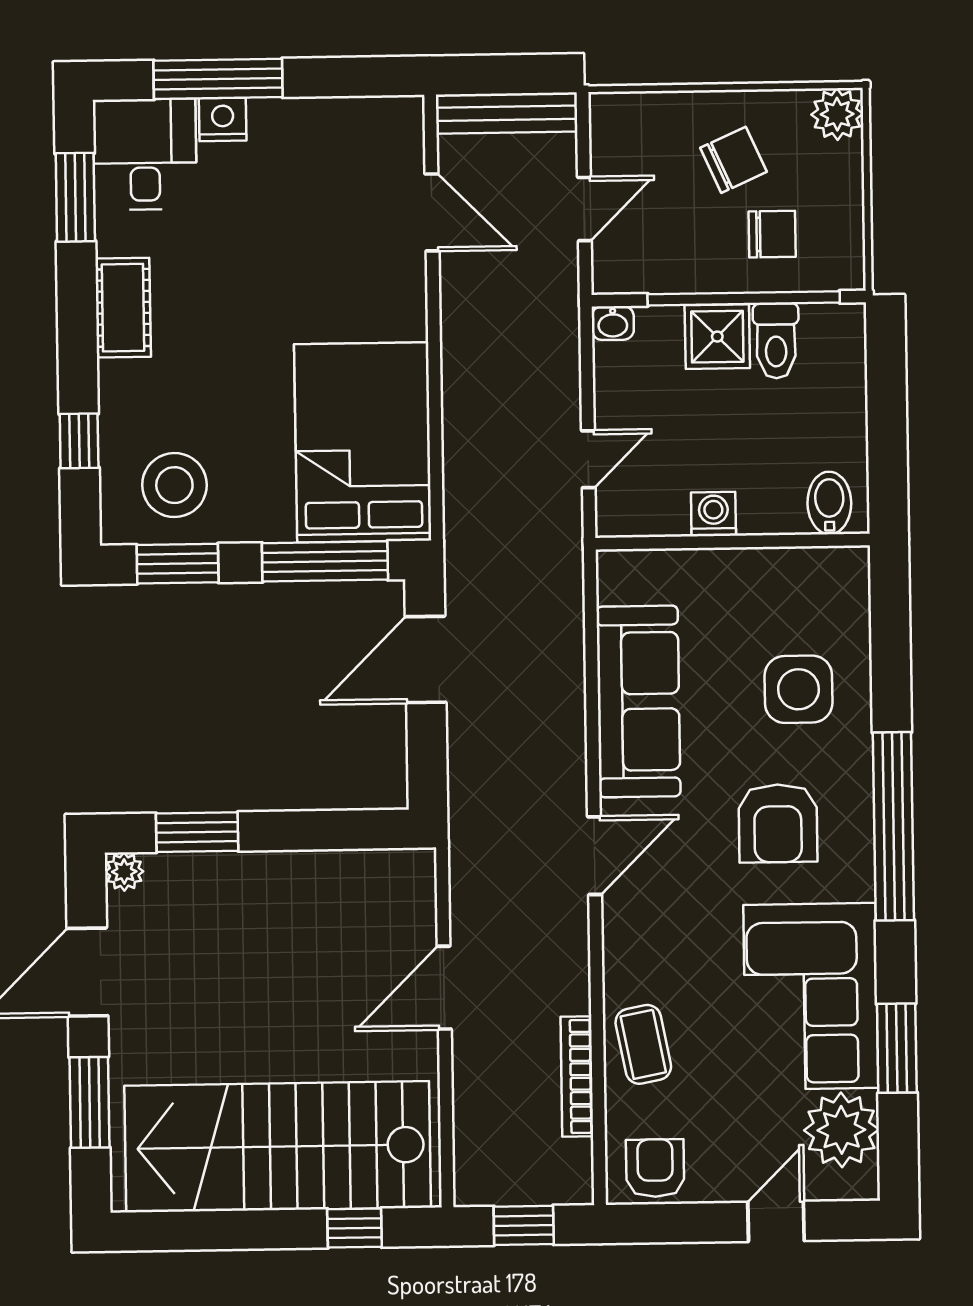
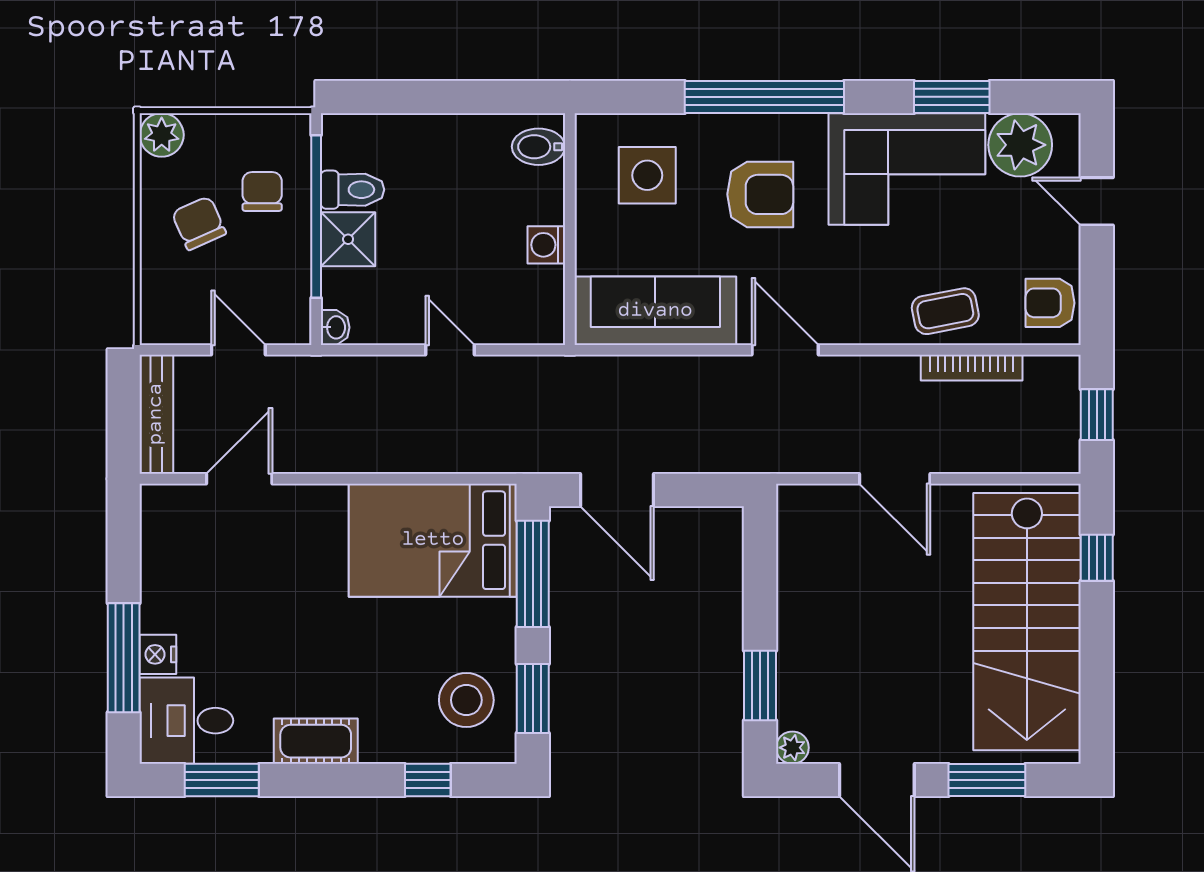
bidet: (829, 503) -> (538, 147), moved
washing machine: (713, 514) -> (546, 245), moved
wall: (733, 542) -> (570, 229), moved

